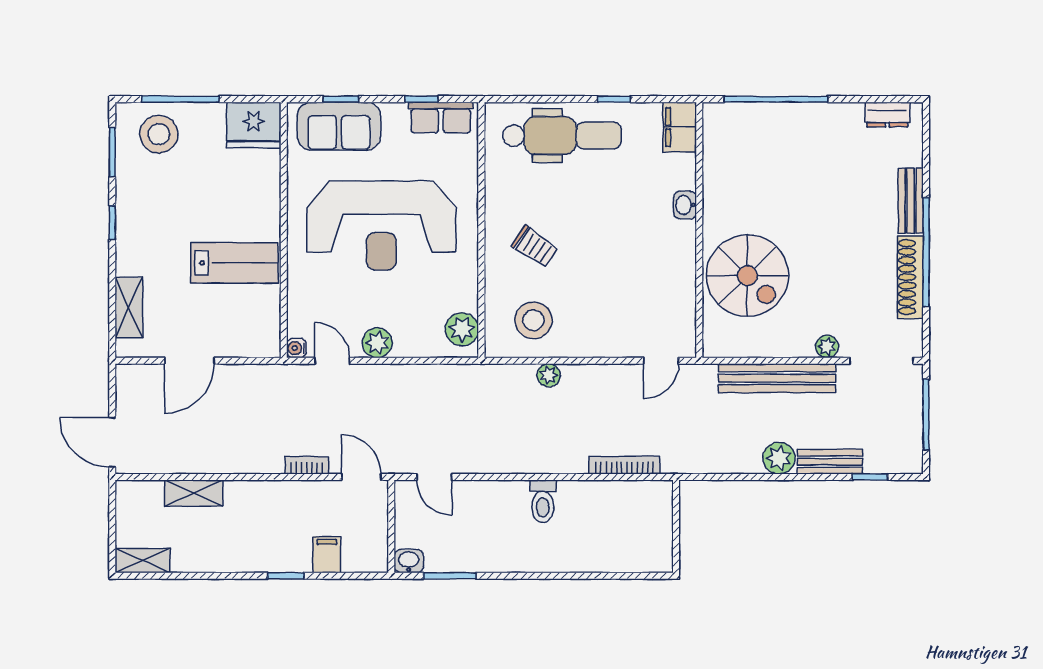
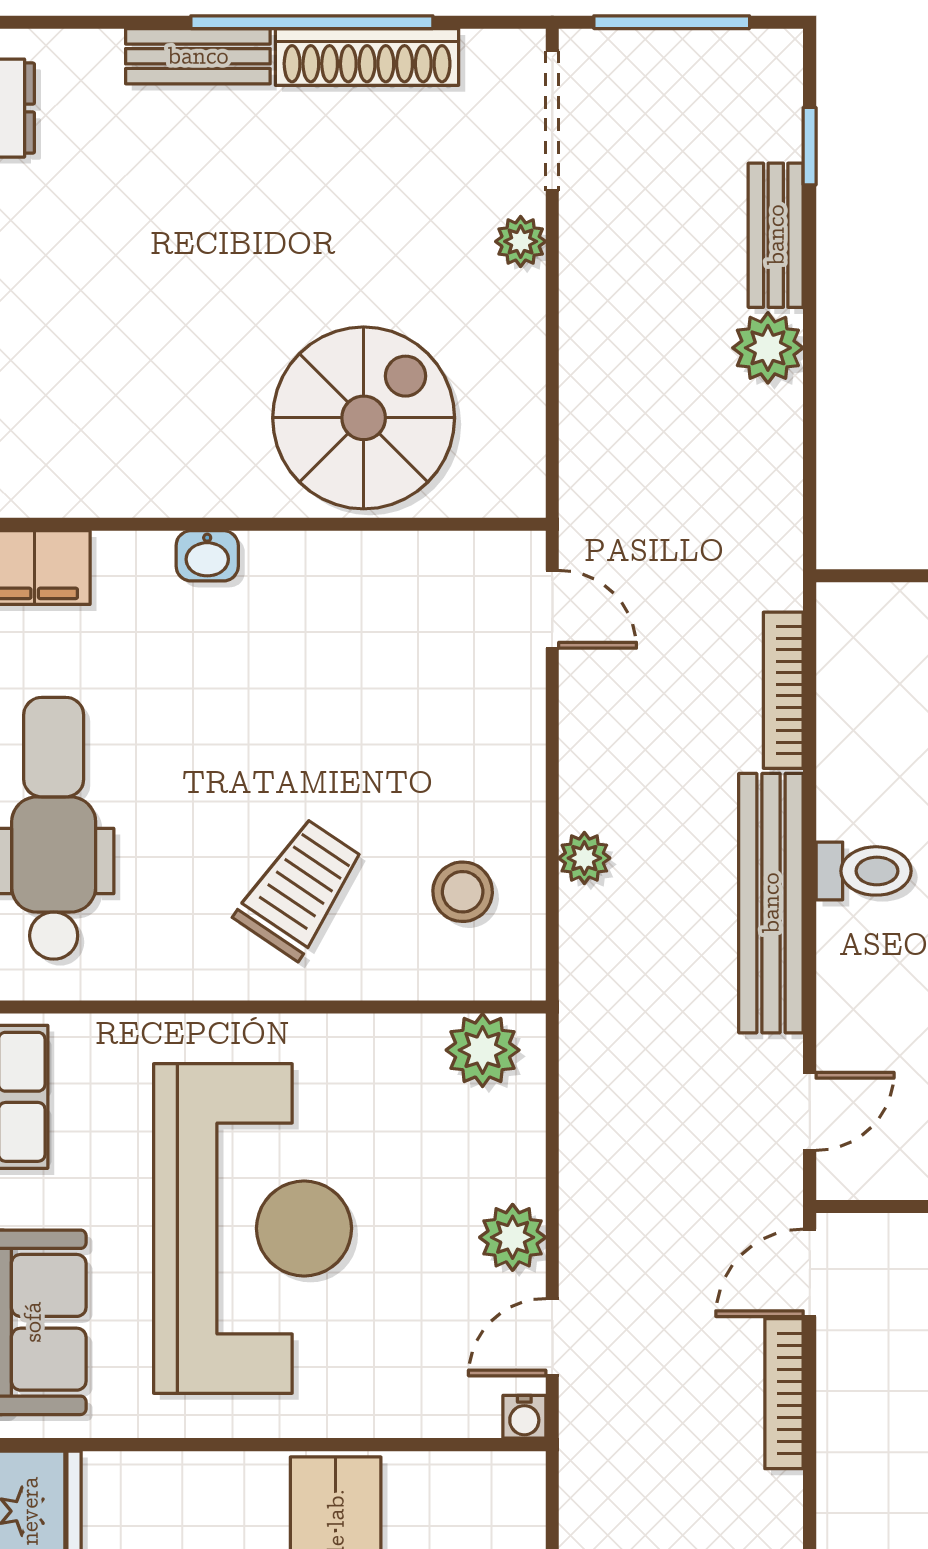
trolley: (535, 247) -> (300, 889), width x1.36, depth x1.39
stool: (533, 320) -> (463, 892), width x0.73, depth x0.73
bench: (777, 378) -> (771, 903), moved
bookcase: (307, 465) -> (784, 1394), width x1.56

